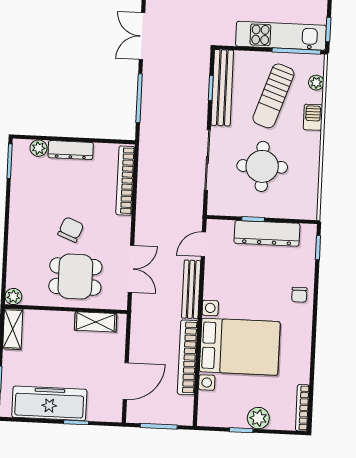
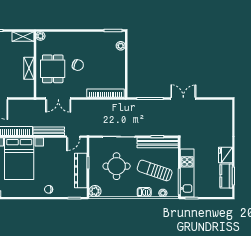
dresser: (71, 150) -> (120, 63), removed
plant: (307, 209) -> (95, 191), added
door: (203, 244) -> (73, 137), swing flipped
shelving: (96, 322) -> (29, 68), moved

